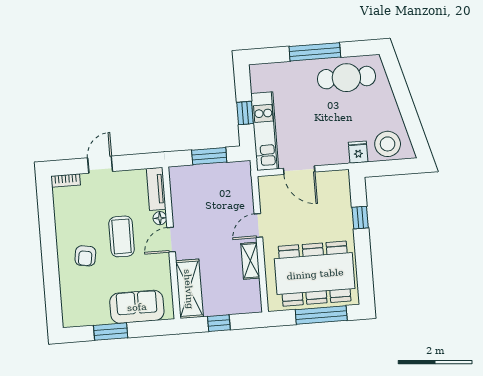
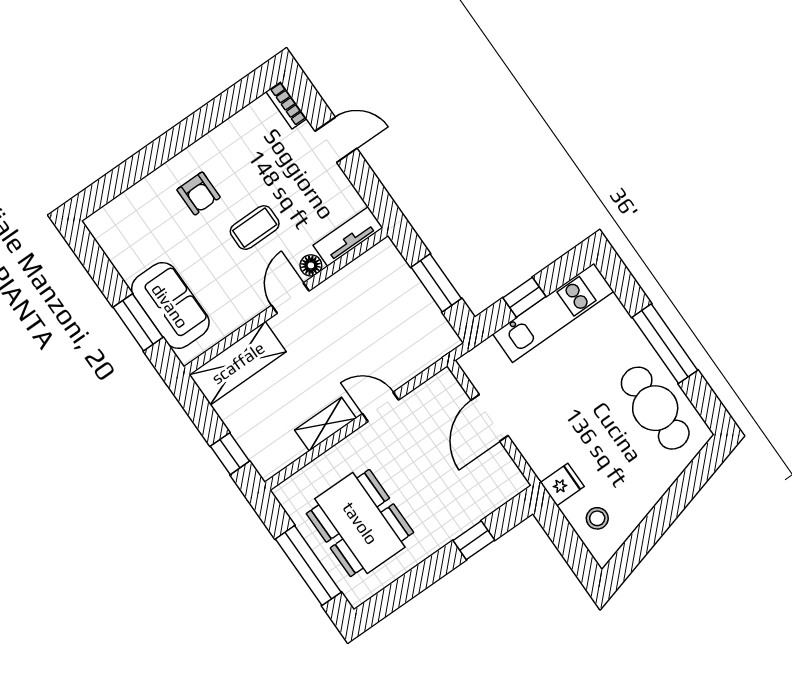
kitchen unit: (265, 131) -> (553, 313), moved
stool: (388, 144) -> (597, 518), width x0.53, depth x0.53
coffee table: (122, 236) -> (255, 228), width x0.73, depth x0.77
door: (171, 240) -> (290, 298), hinge flipped
armchair: (85, 256) -> (199, 193), turned -99
dining table: (315, 274) -> (360, 523), width x0.73, depth x0.80
window: (219, 323) -> (230, 454), moved
window: (111, 332) -> (138, 322), moved

